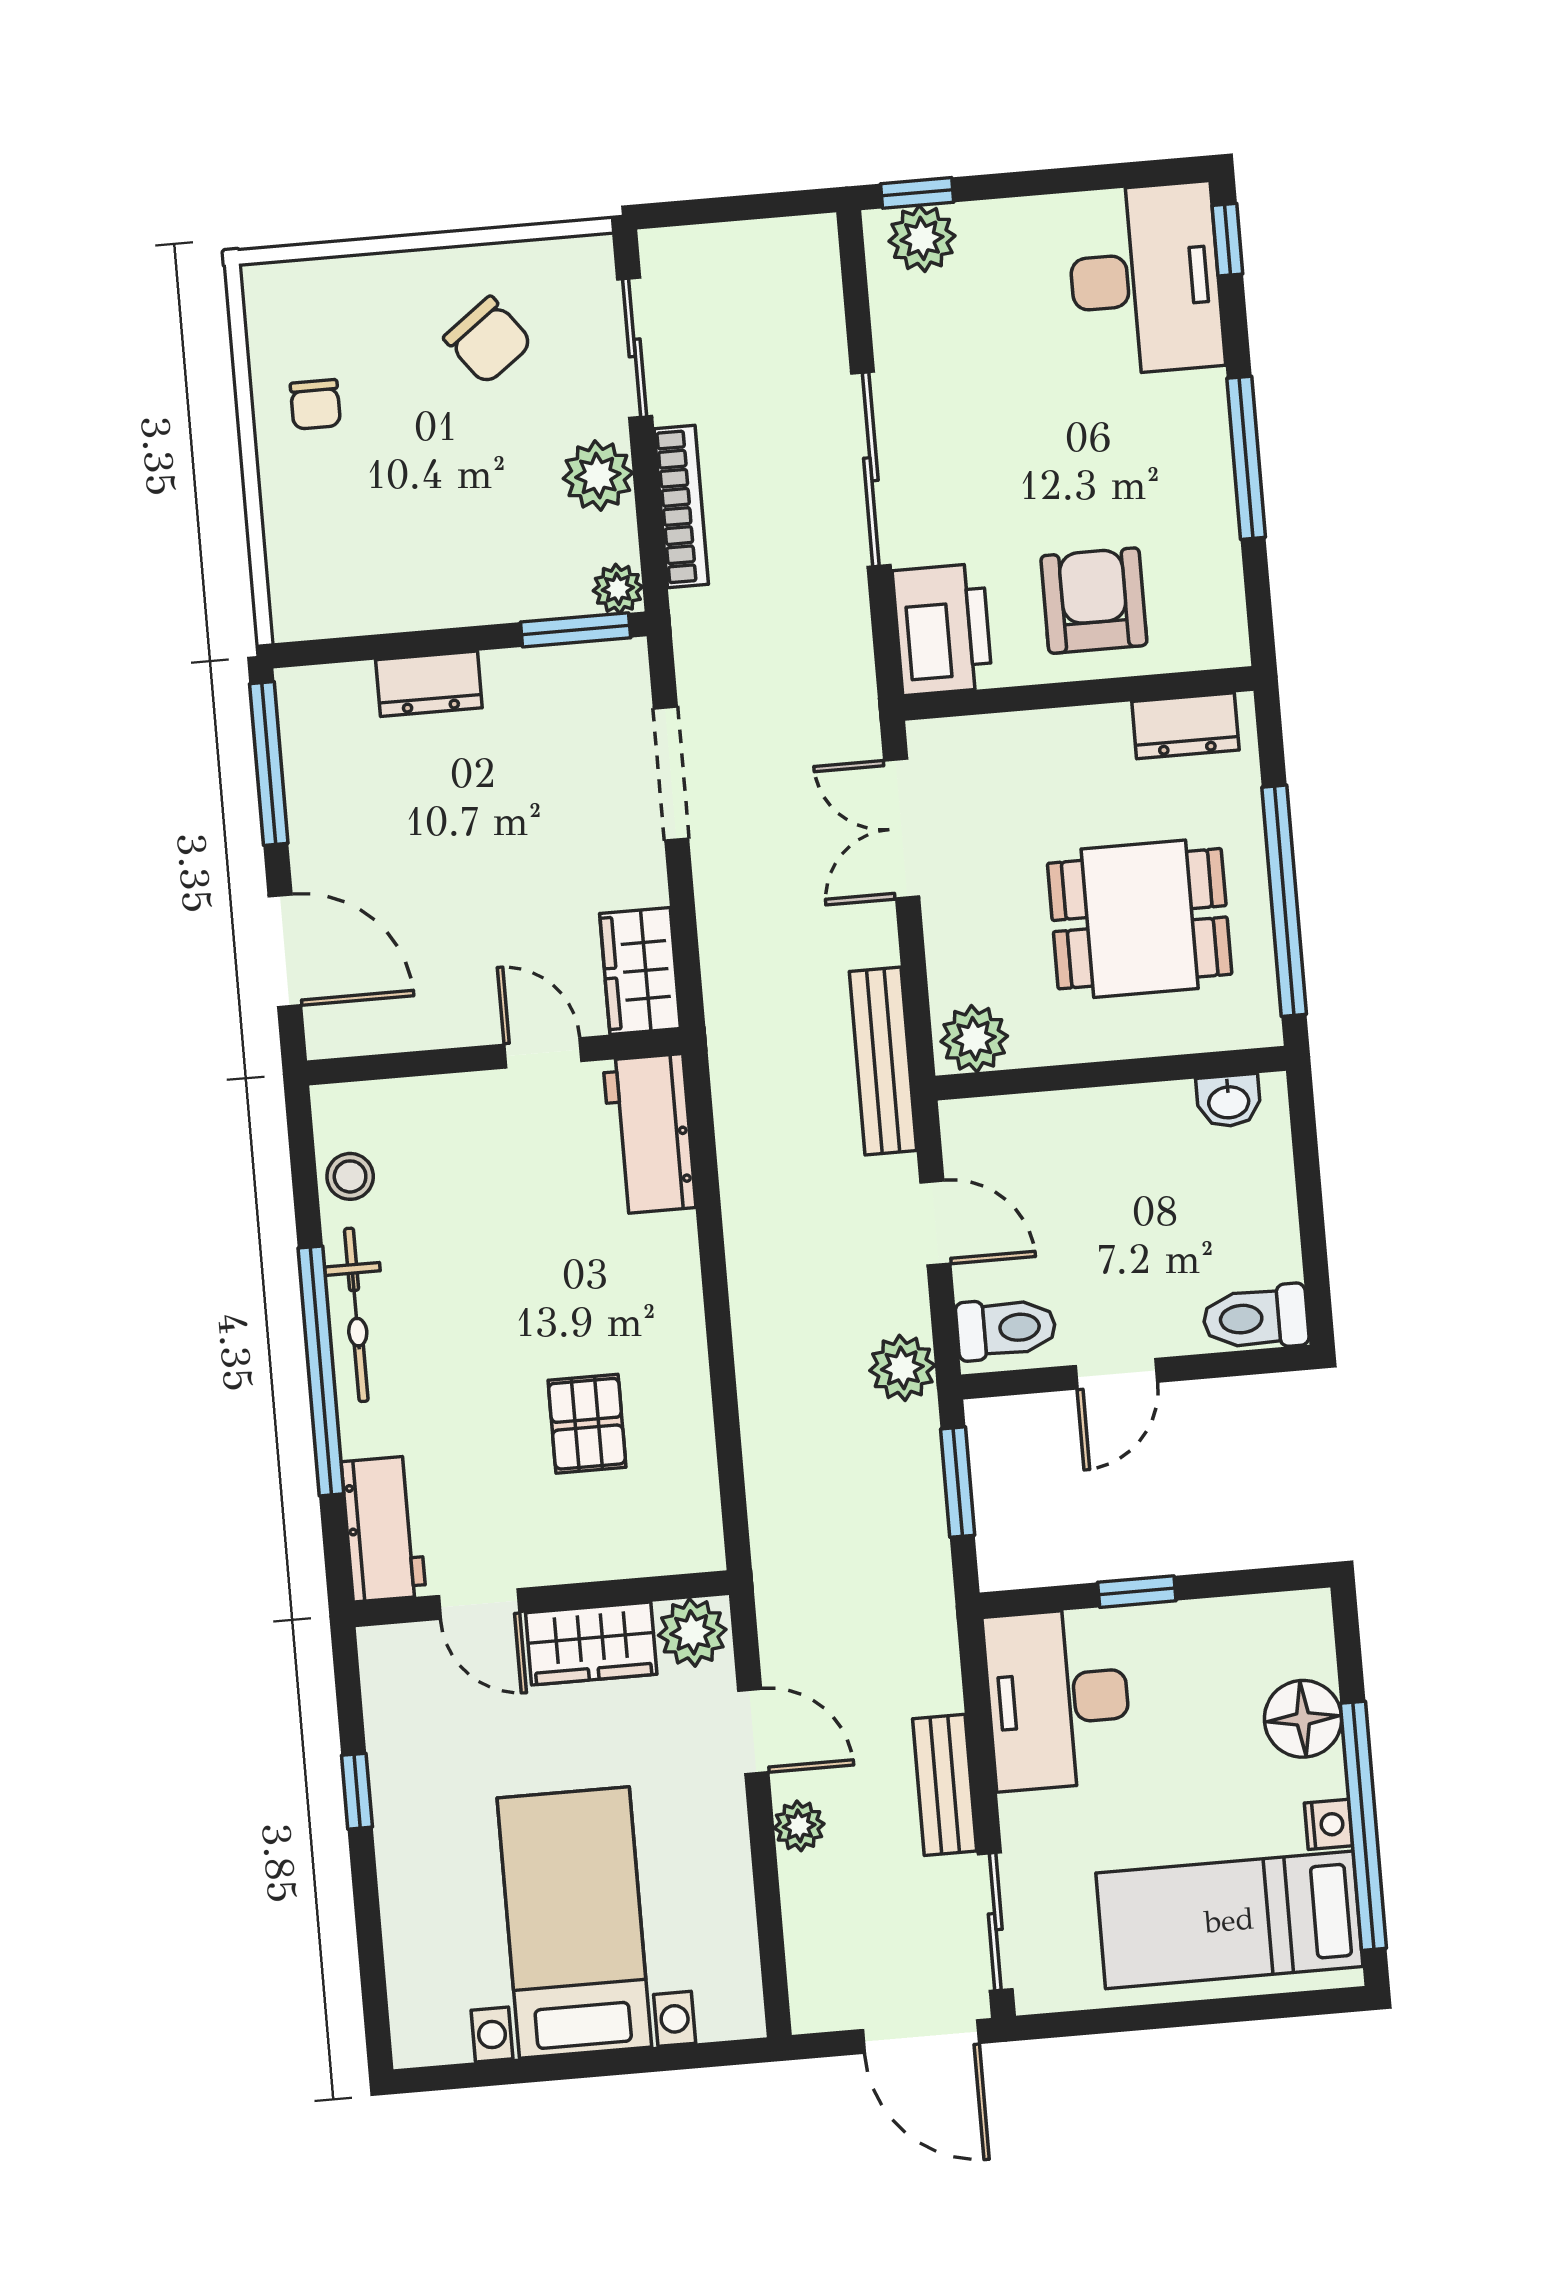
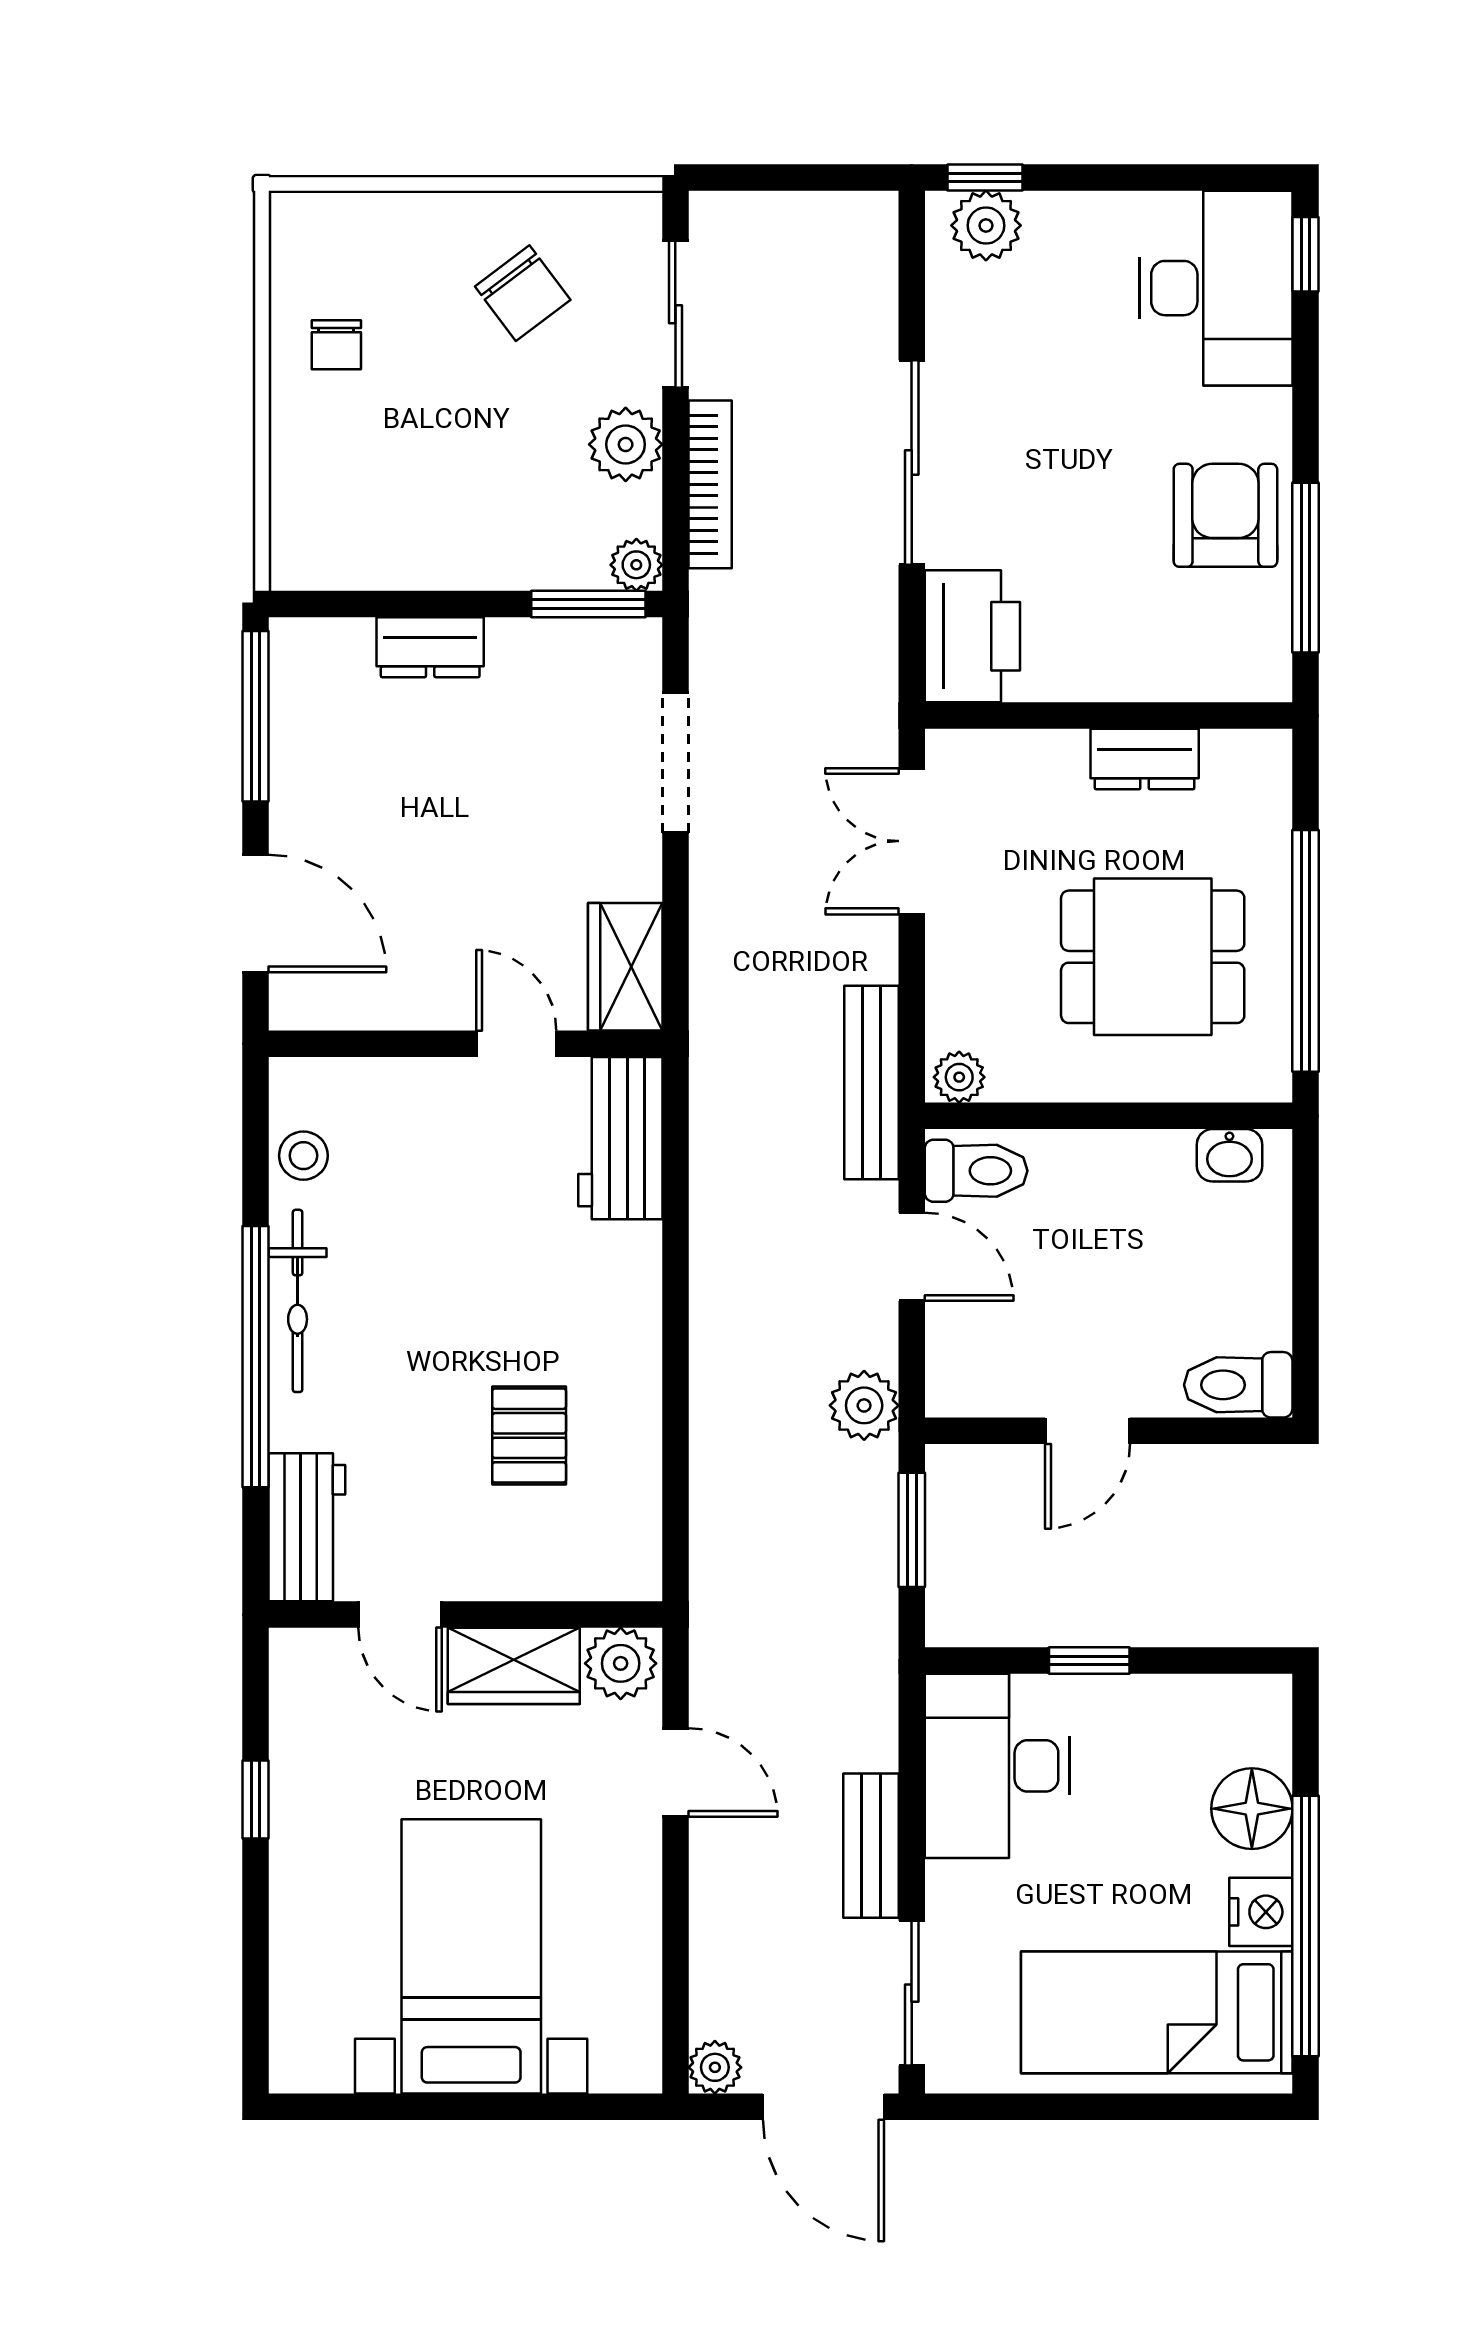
window: (1246, 458) -> (1305, 568), moved
armchair: (1094, 601) -> (1225, 515), moved
dresser: (1185, 726) -> (1145, 759), moved
plant: (974, 1039) -> (959, 1077), width x0.73, depth x0.73
toilet: (1006, 1328) -> (976, 1171), moved
nightstand: (1329, 1824) -> (1261, 1912), width x1.39, depth x1.35
plant: (799, 1826) -> (715, 2067), moved

